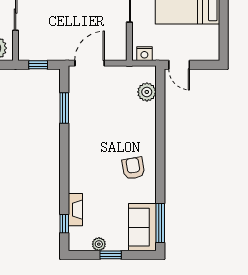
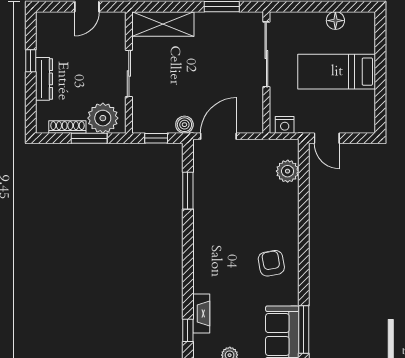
boiler: (61, 53) -> (184, 125), added

